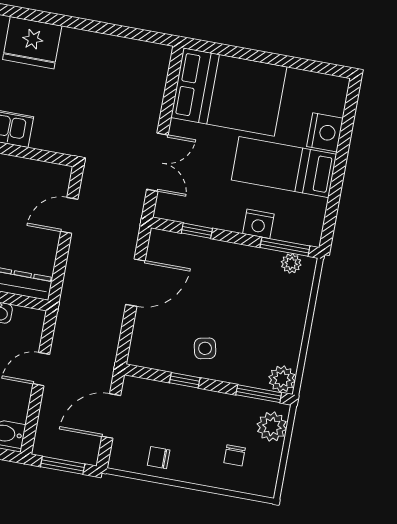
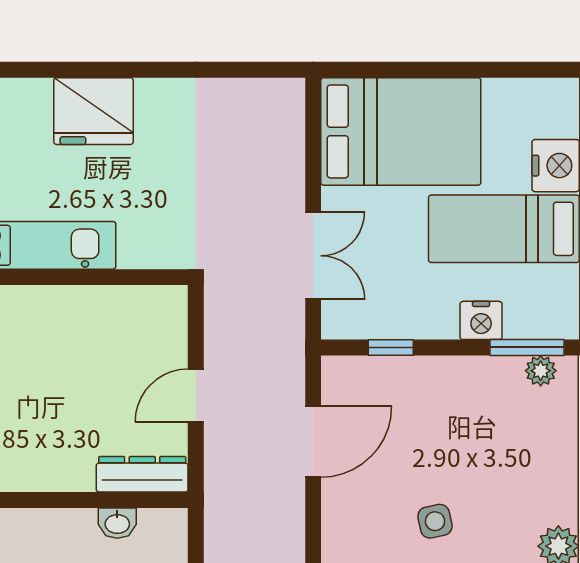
door: (69, 215) -> (196, 395), moved

